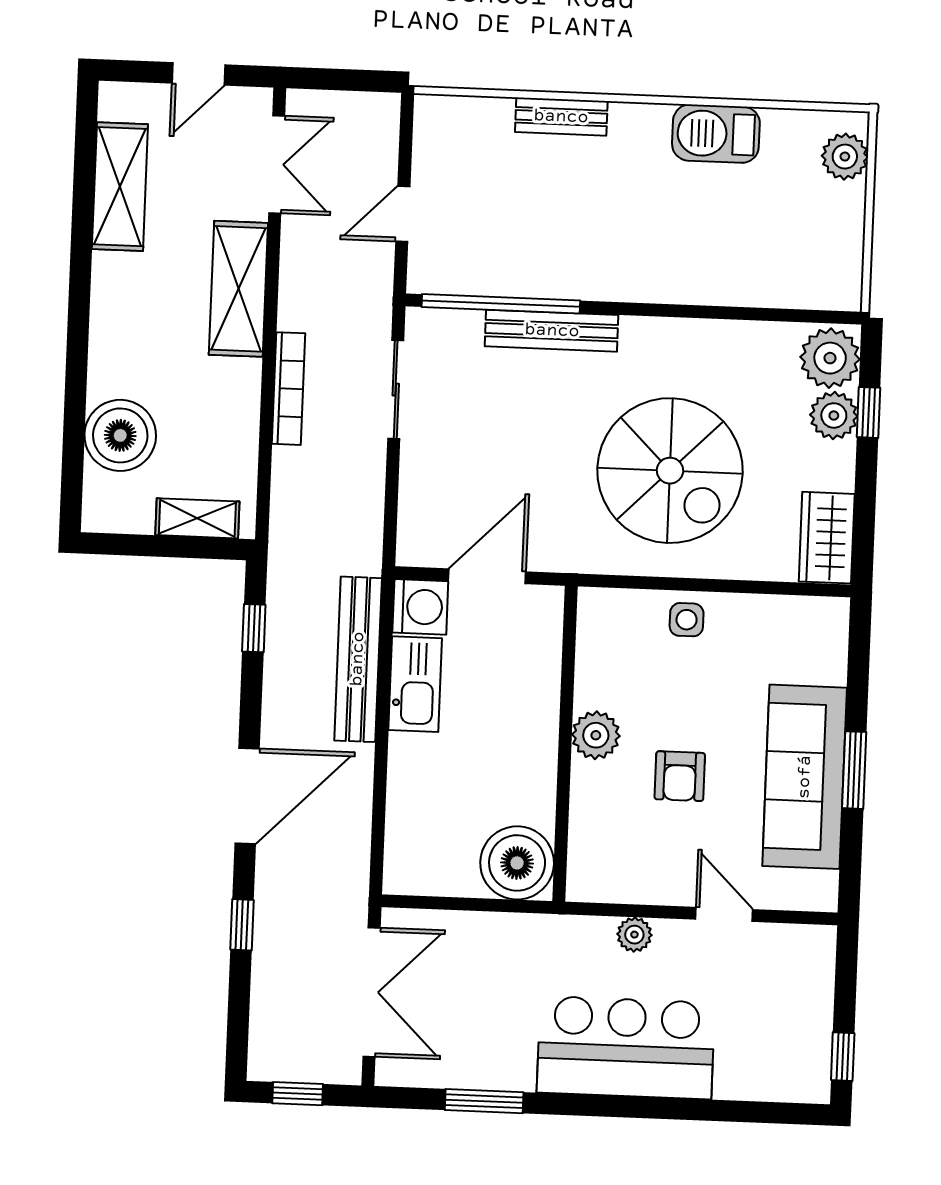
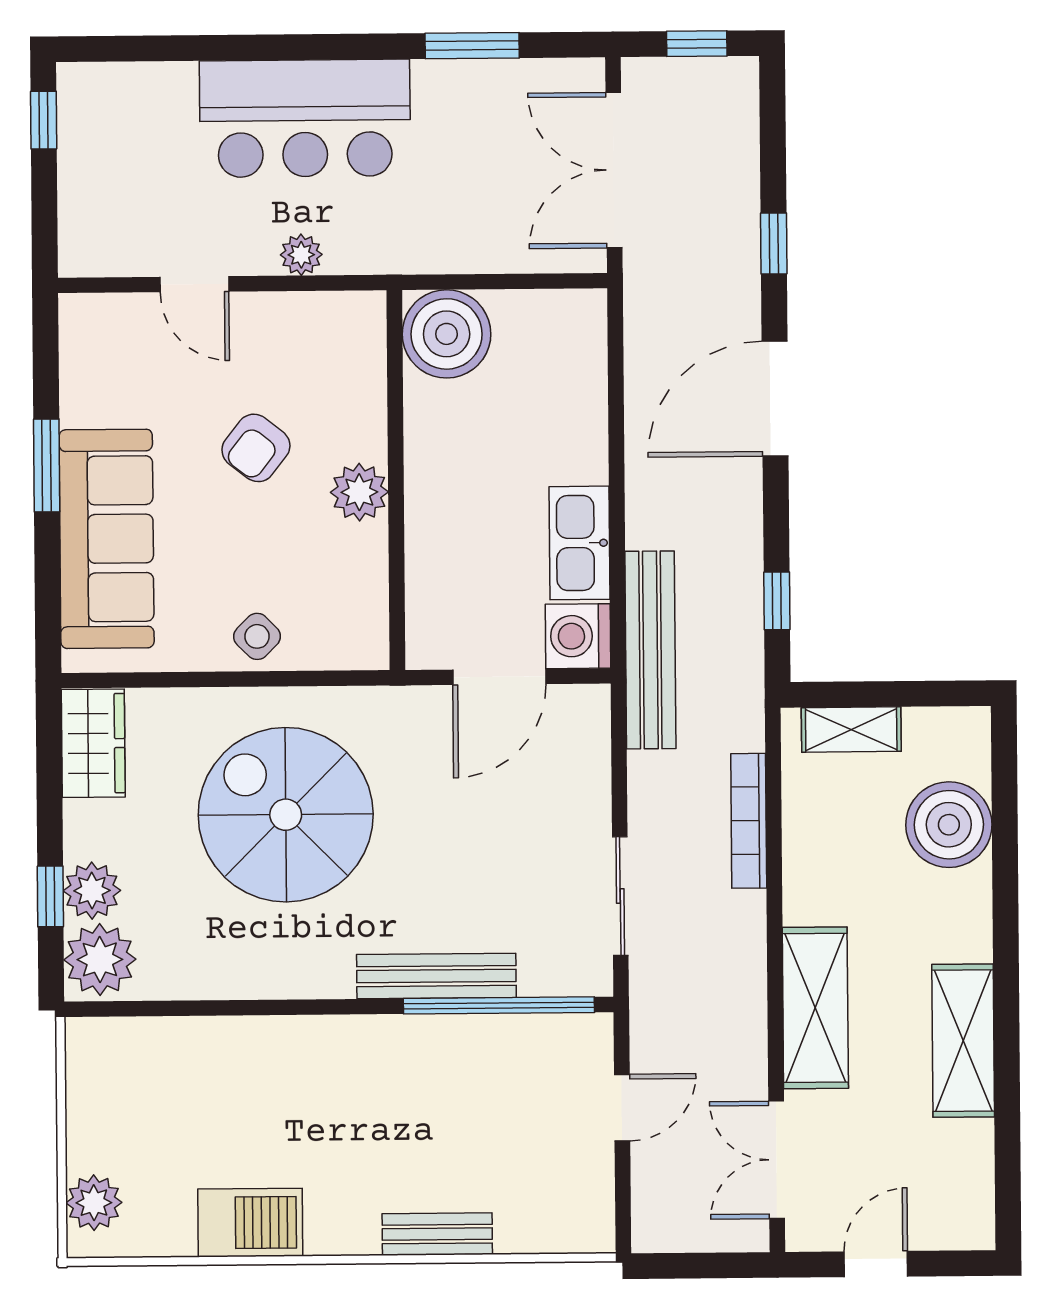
shelving: (120, 187) -> (963, 1041), moved
bookcase: (288, 389) -> (749, 821), moved
side table: (687, 620) -> (257, 636), turned 45
bench: (358, 659) -> (650, 650), moved
armchair: (680, 776) -> (256, 448), turned -142
sofa: (805, 777) -> (107, 539), moved

